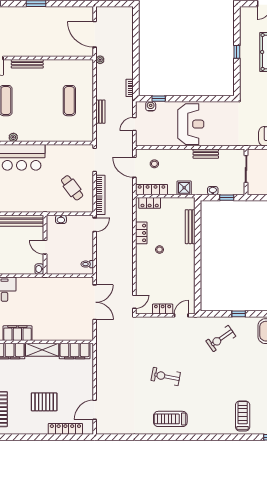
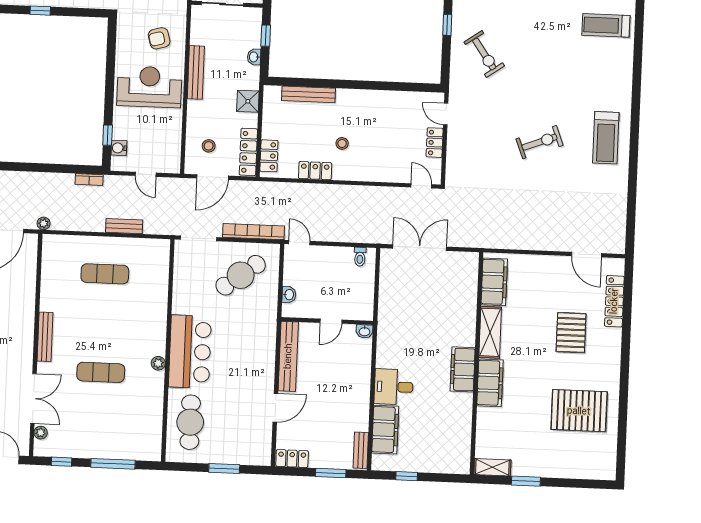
armchair: (222, 129) -> (159, 38), added
bench: (206, 154) -> (196, 72), width x1.36
cafe table: (72, 188) -> (241, 275), width x1.37, depth x1.35
exercise bike: (166, 376) -> (540, 142), turned -122

